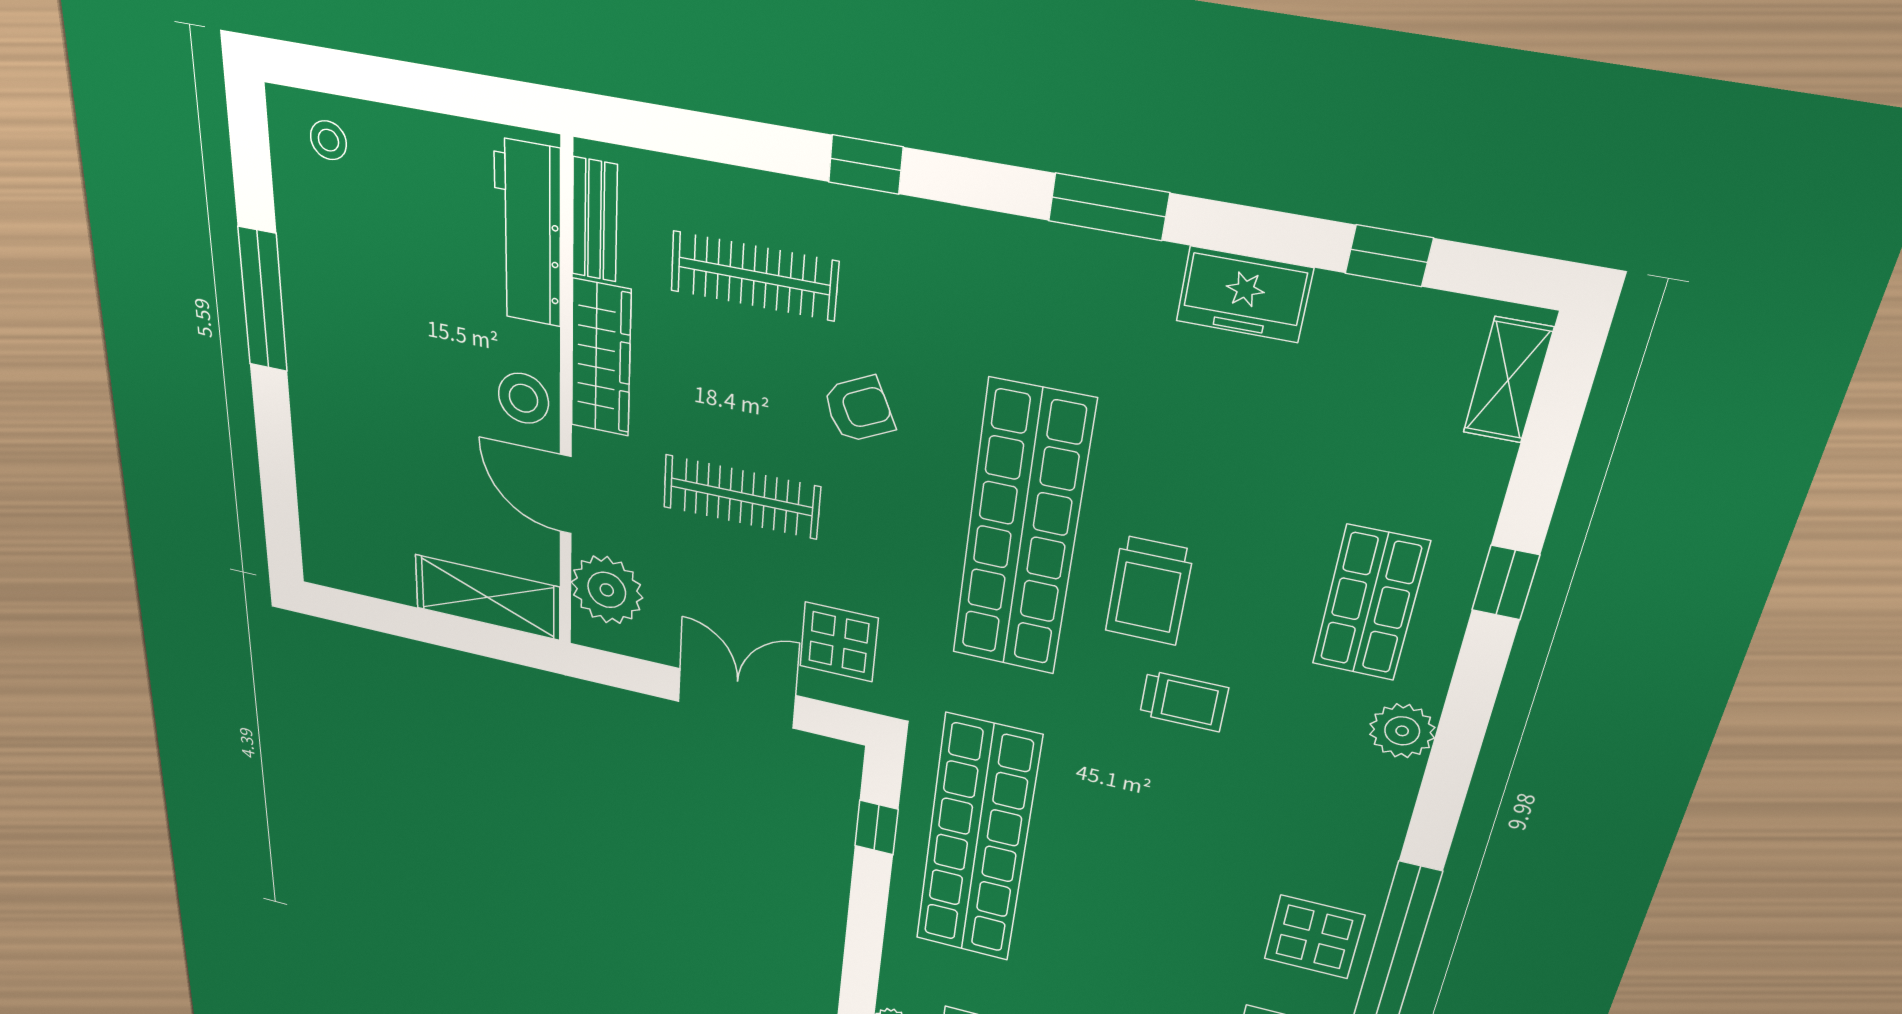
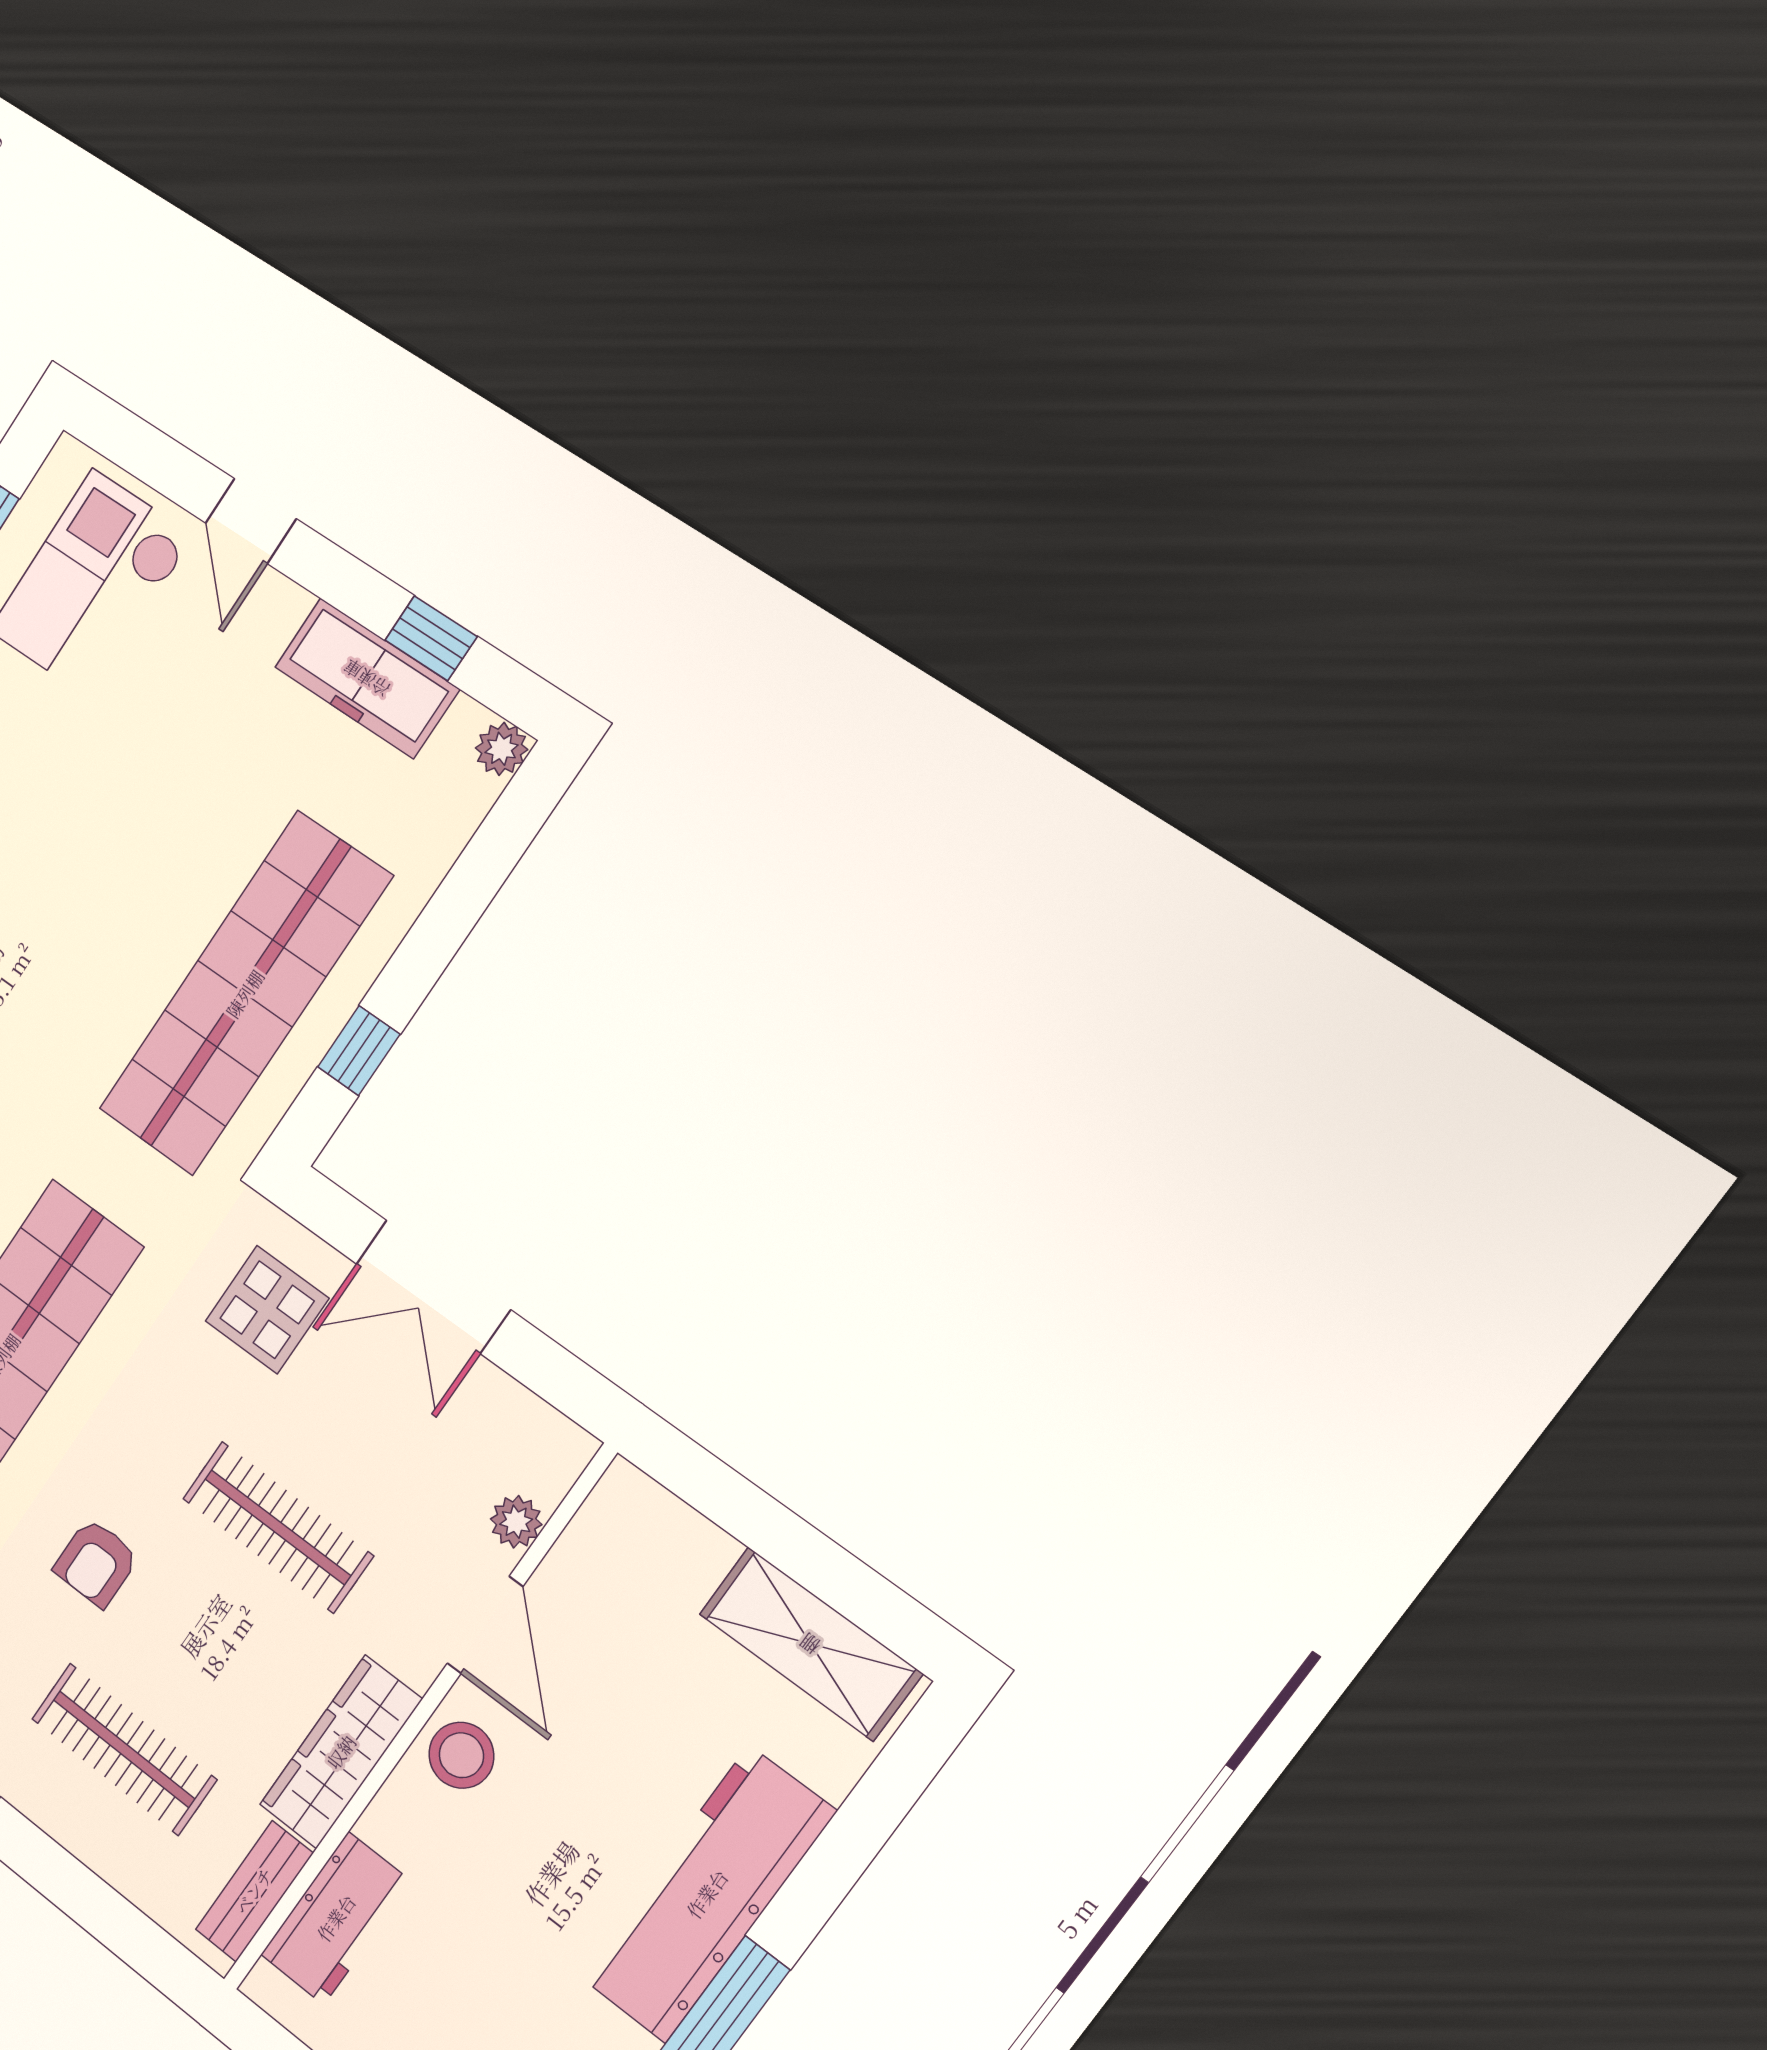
workbench: (528, 233) -> (336, 1918), width x0.73
workbench: (325, 386) -> (707, 1894), added
armchair: (859, 409) -> (96, 1563), turned -64
plant: (607, 590) -> (516, 1522), width x0.53, depth x0.53
shelving: (488, 597) -> (810, 1644), moved

